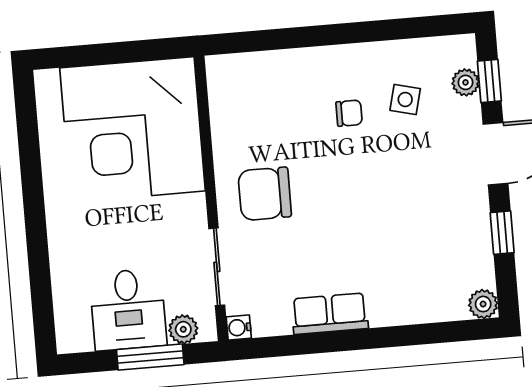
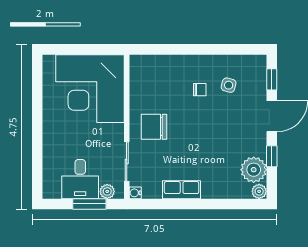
plant: (466, 82) -> (254, 170), moved, width x1.88, depth x1.88

